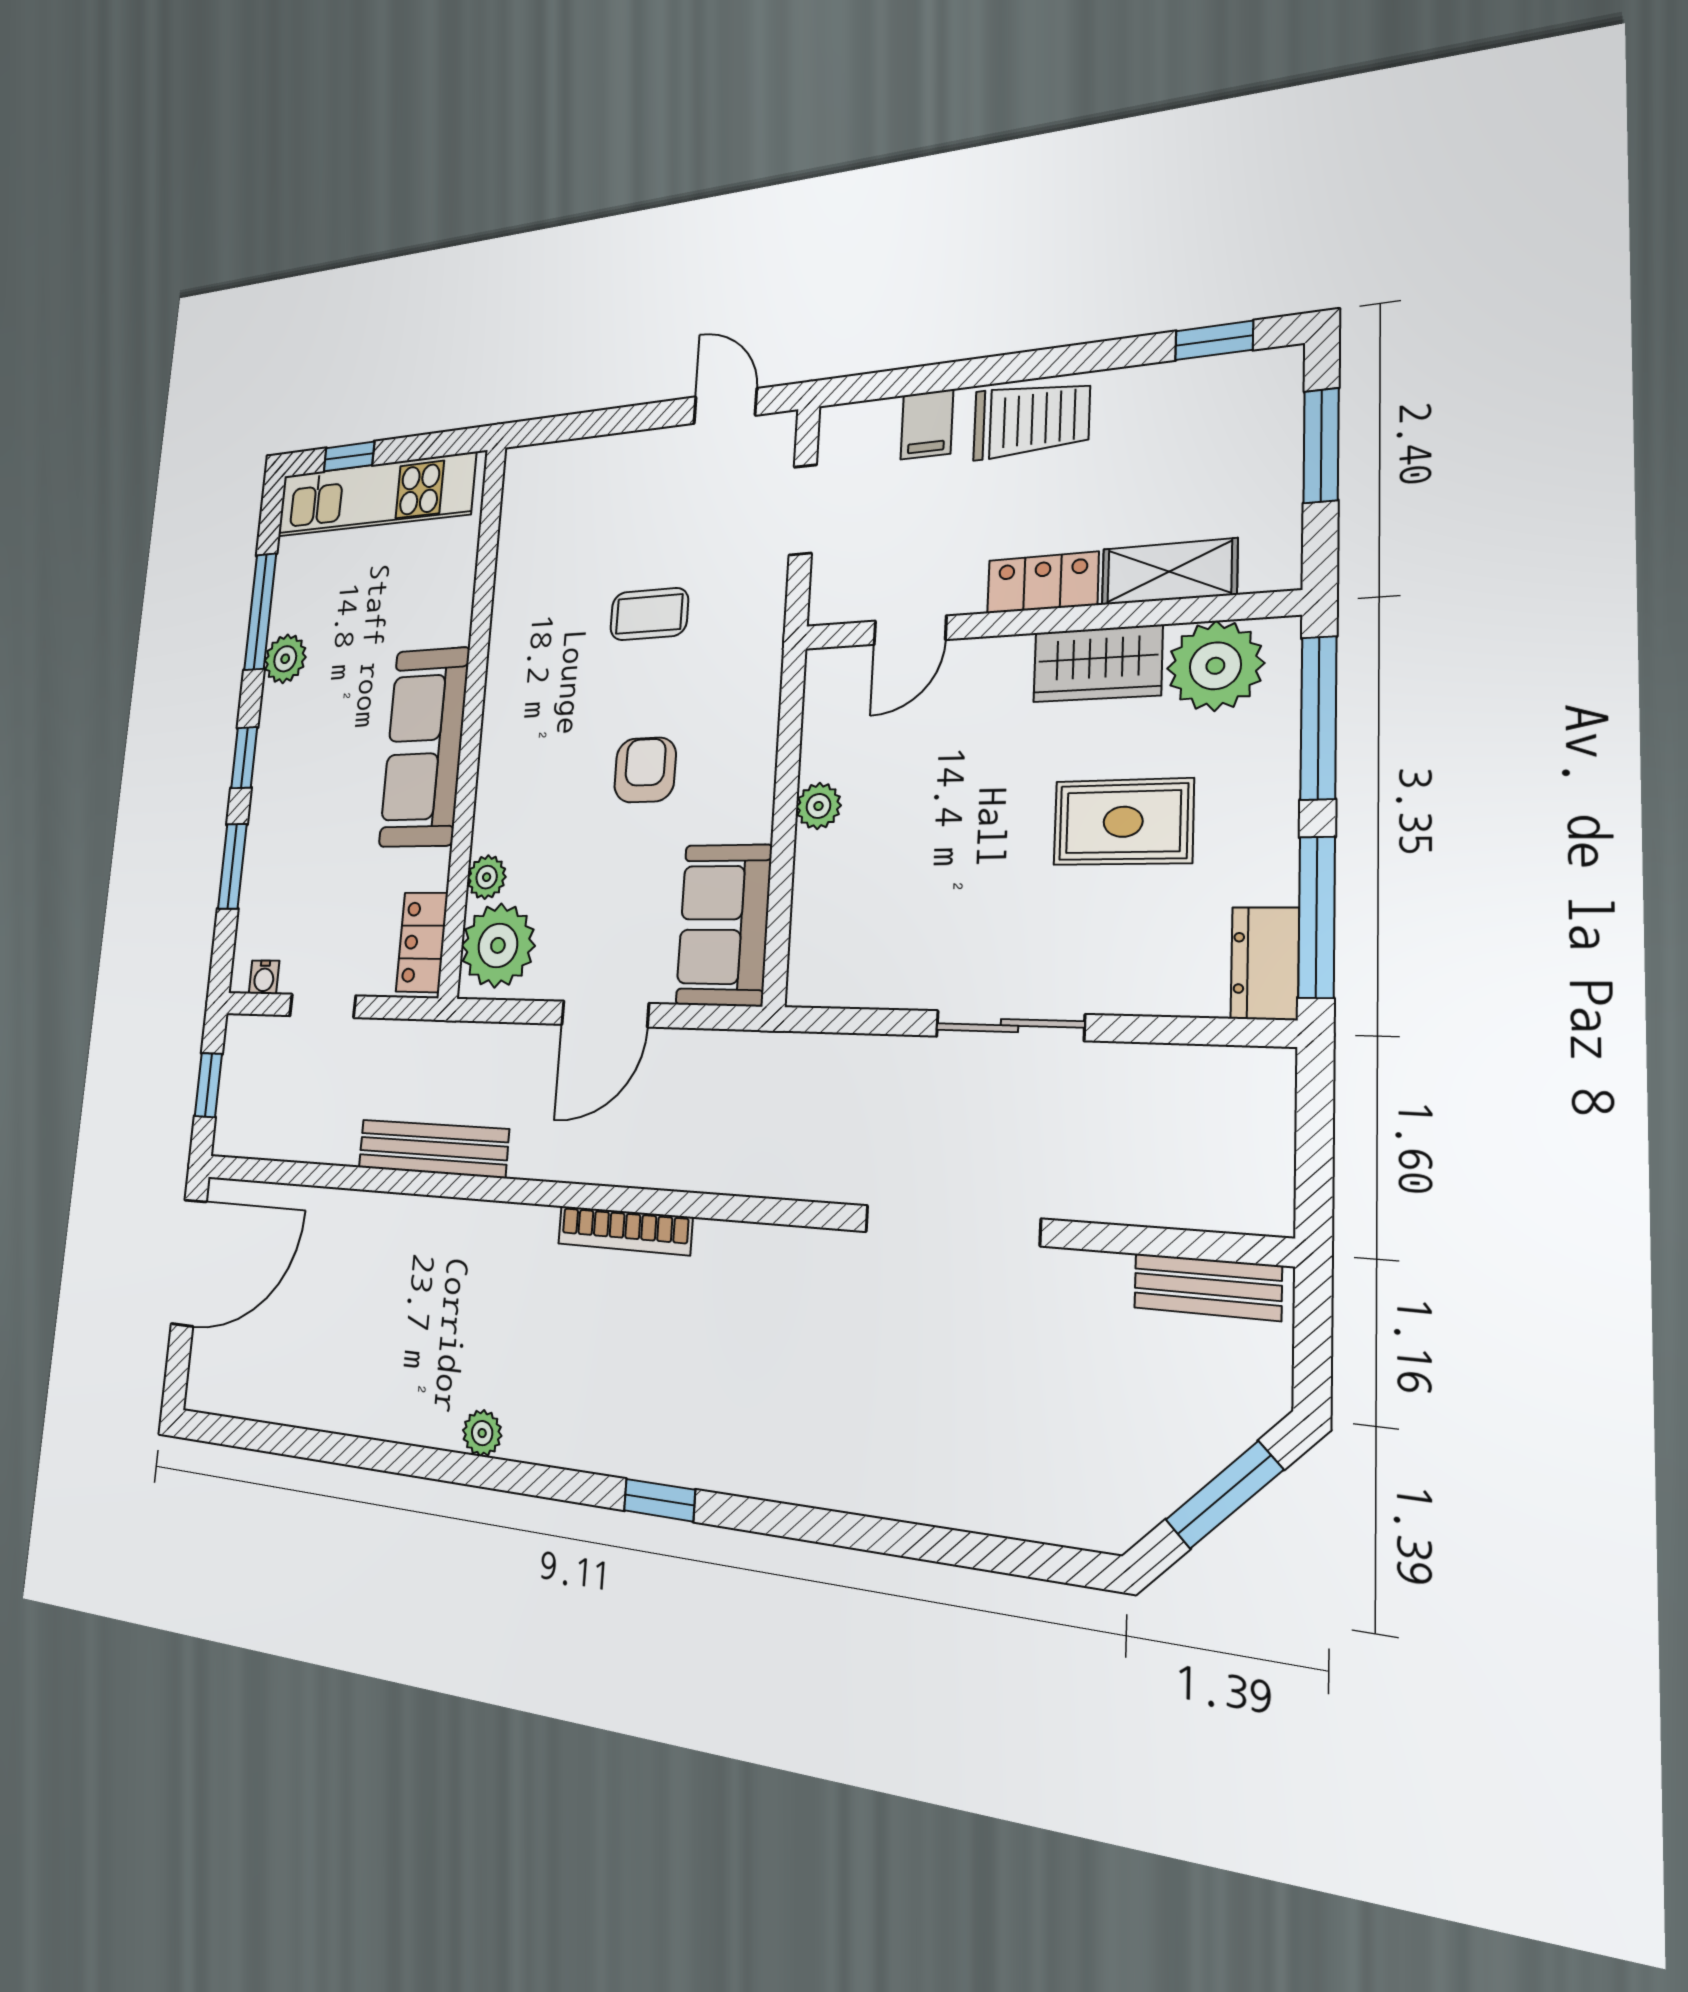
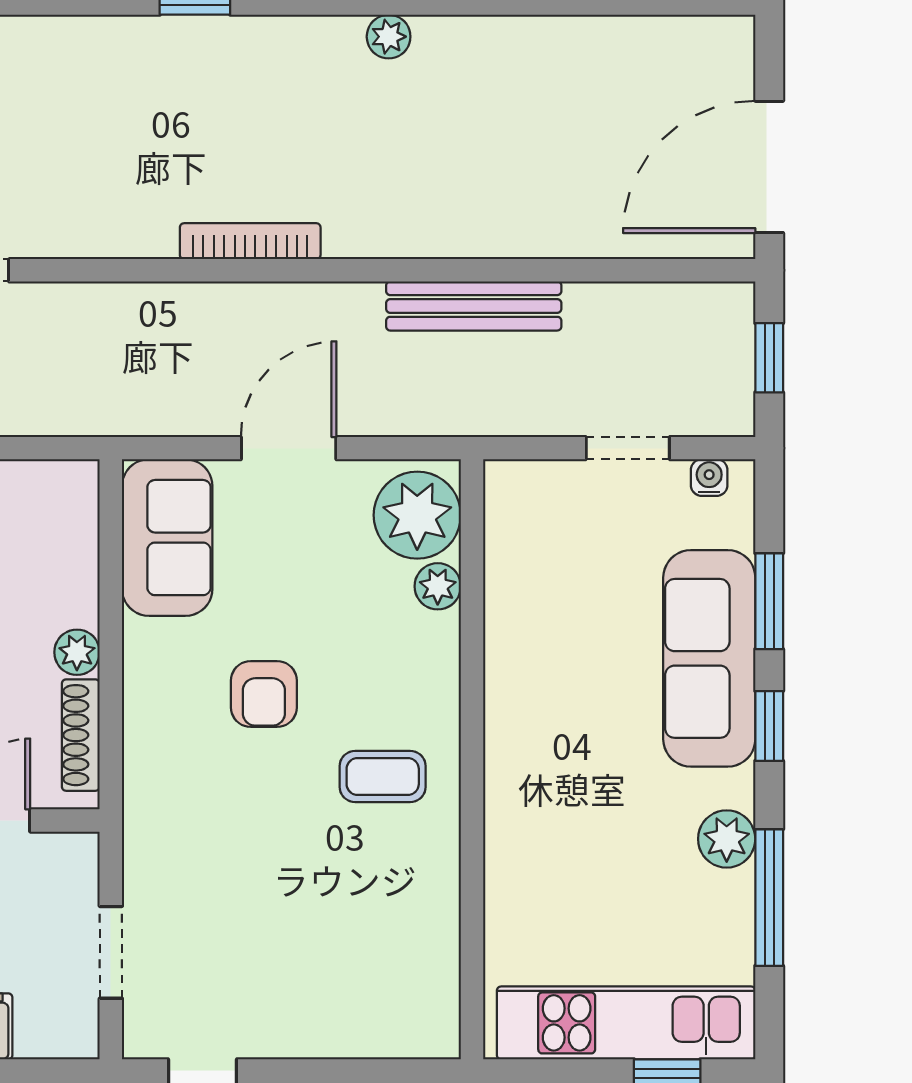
coffee table: (649, 614) -> (383, 777), moved
shoe rack: (819, 722) -> (81, 735), added
sofa: (424, 747) -> (709, 658), moved, turned 180
locker: (422, 942) -> (510, 518), removed

